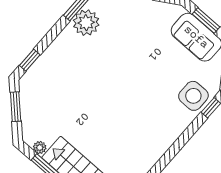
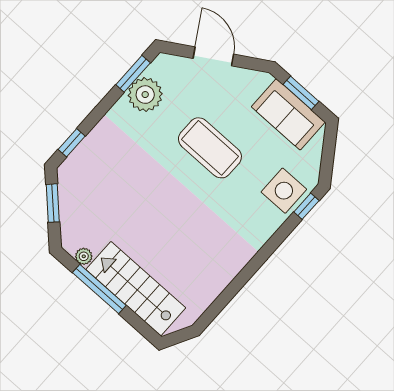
coffee table: (136, 63) -> (210, 148), added

